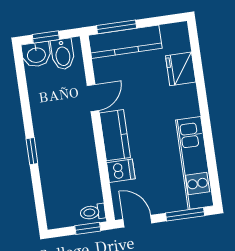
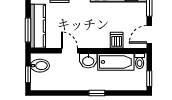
washbasin: (36, 54) -> (88, 61), moved, turned 90
kitchen counter: (115, 135) -> (94, 41), removed
bathtub: (86, 175) -> (116, 62), added
window: (88, 228) -> (149, 79), moved

